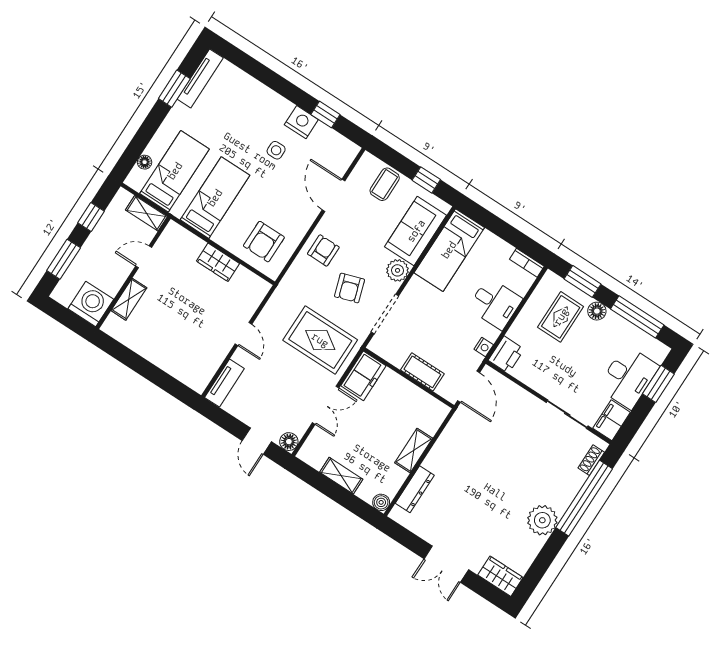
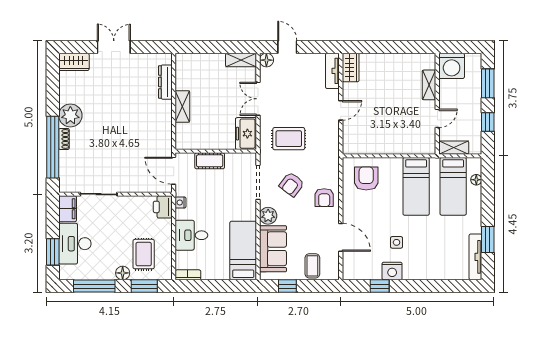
wardrobe: (218, 262) -> (351, 68), moved, turned 90
armchair: (350, 288) -> (292, 184), turned -125
door: (243, 334) -> (341, 110), swing flipped
rug: (320, 340) -> (289, 139), width x0.73, depth x0.70
shoe rack: (591, 460) -> (64, 139), moved
shelving: (341, 476) -> (241, 60), moved
boiler: (381, 502) -> (182, 60), removed

